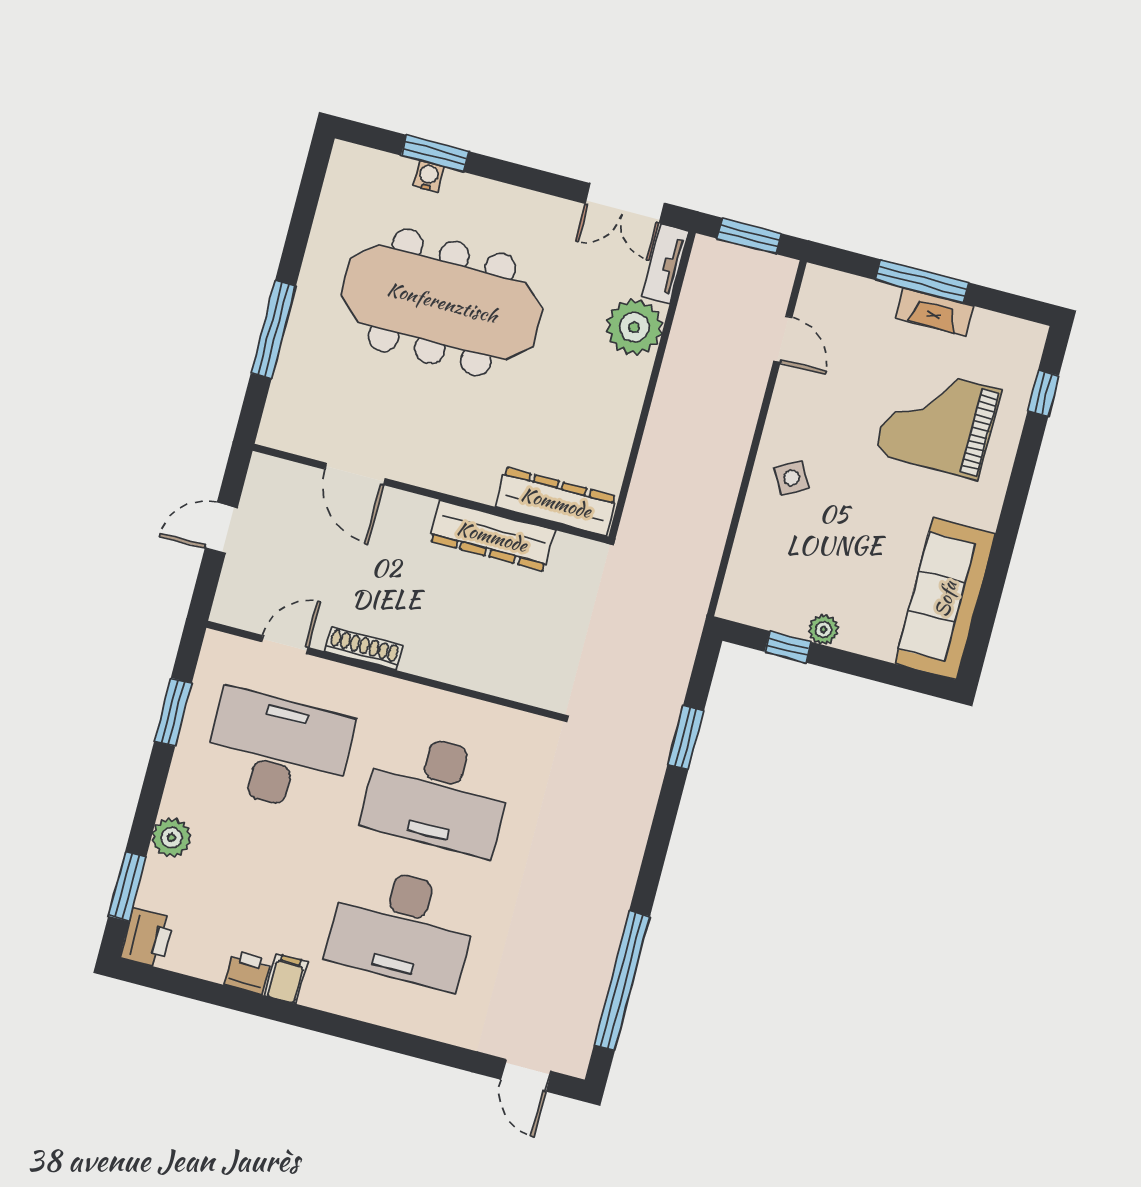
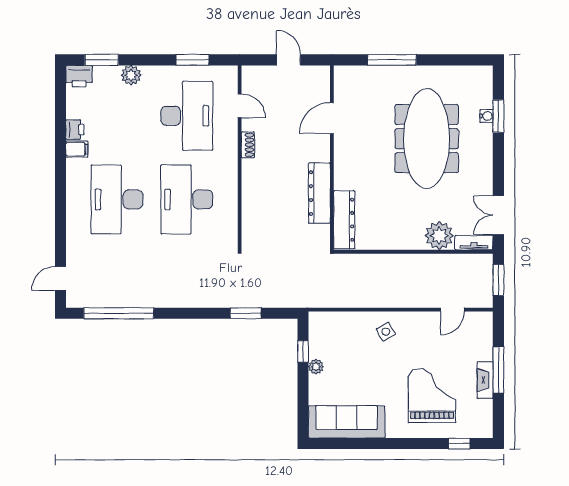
shoe rack: (364, 649) -> (248, 145), width x0.70

